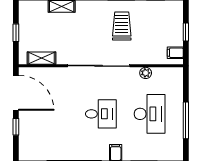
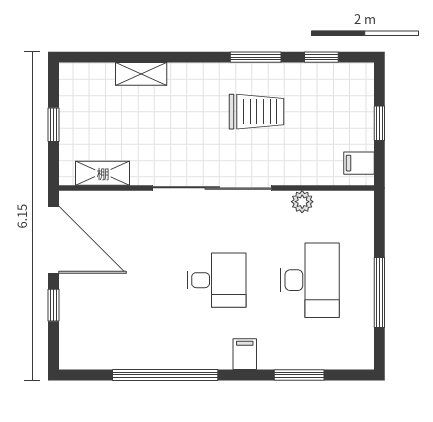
trolley: (122, 26) -> (256, 112), turned 90

